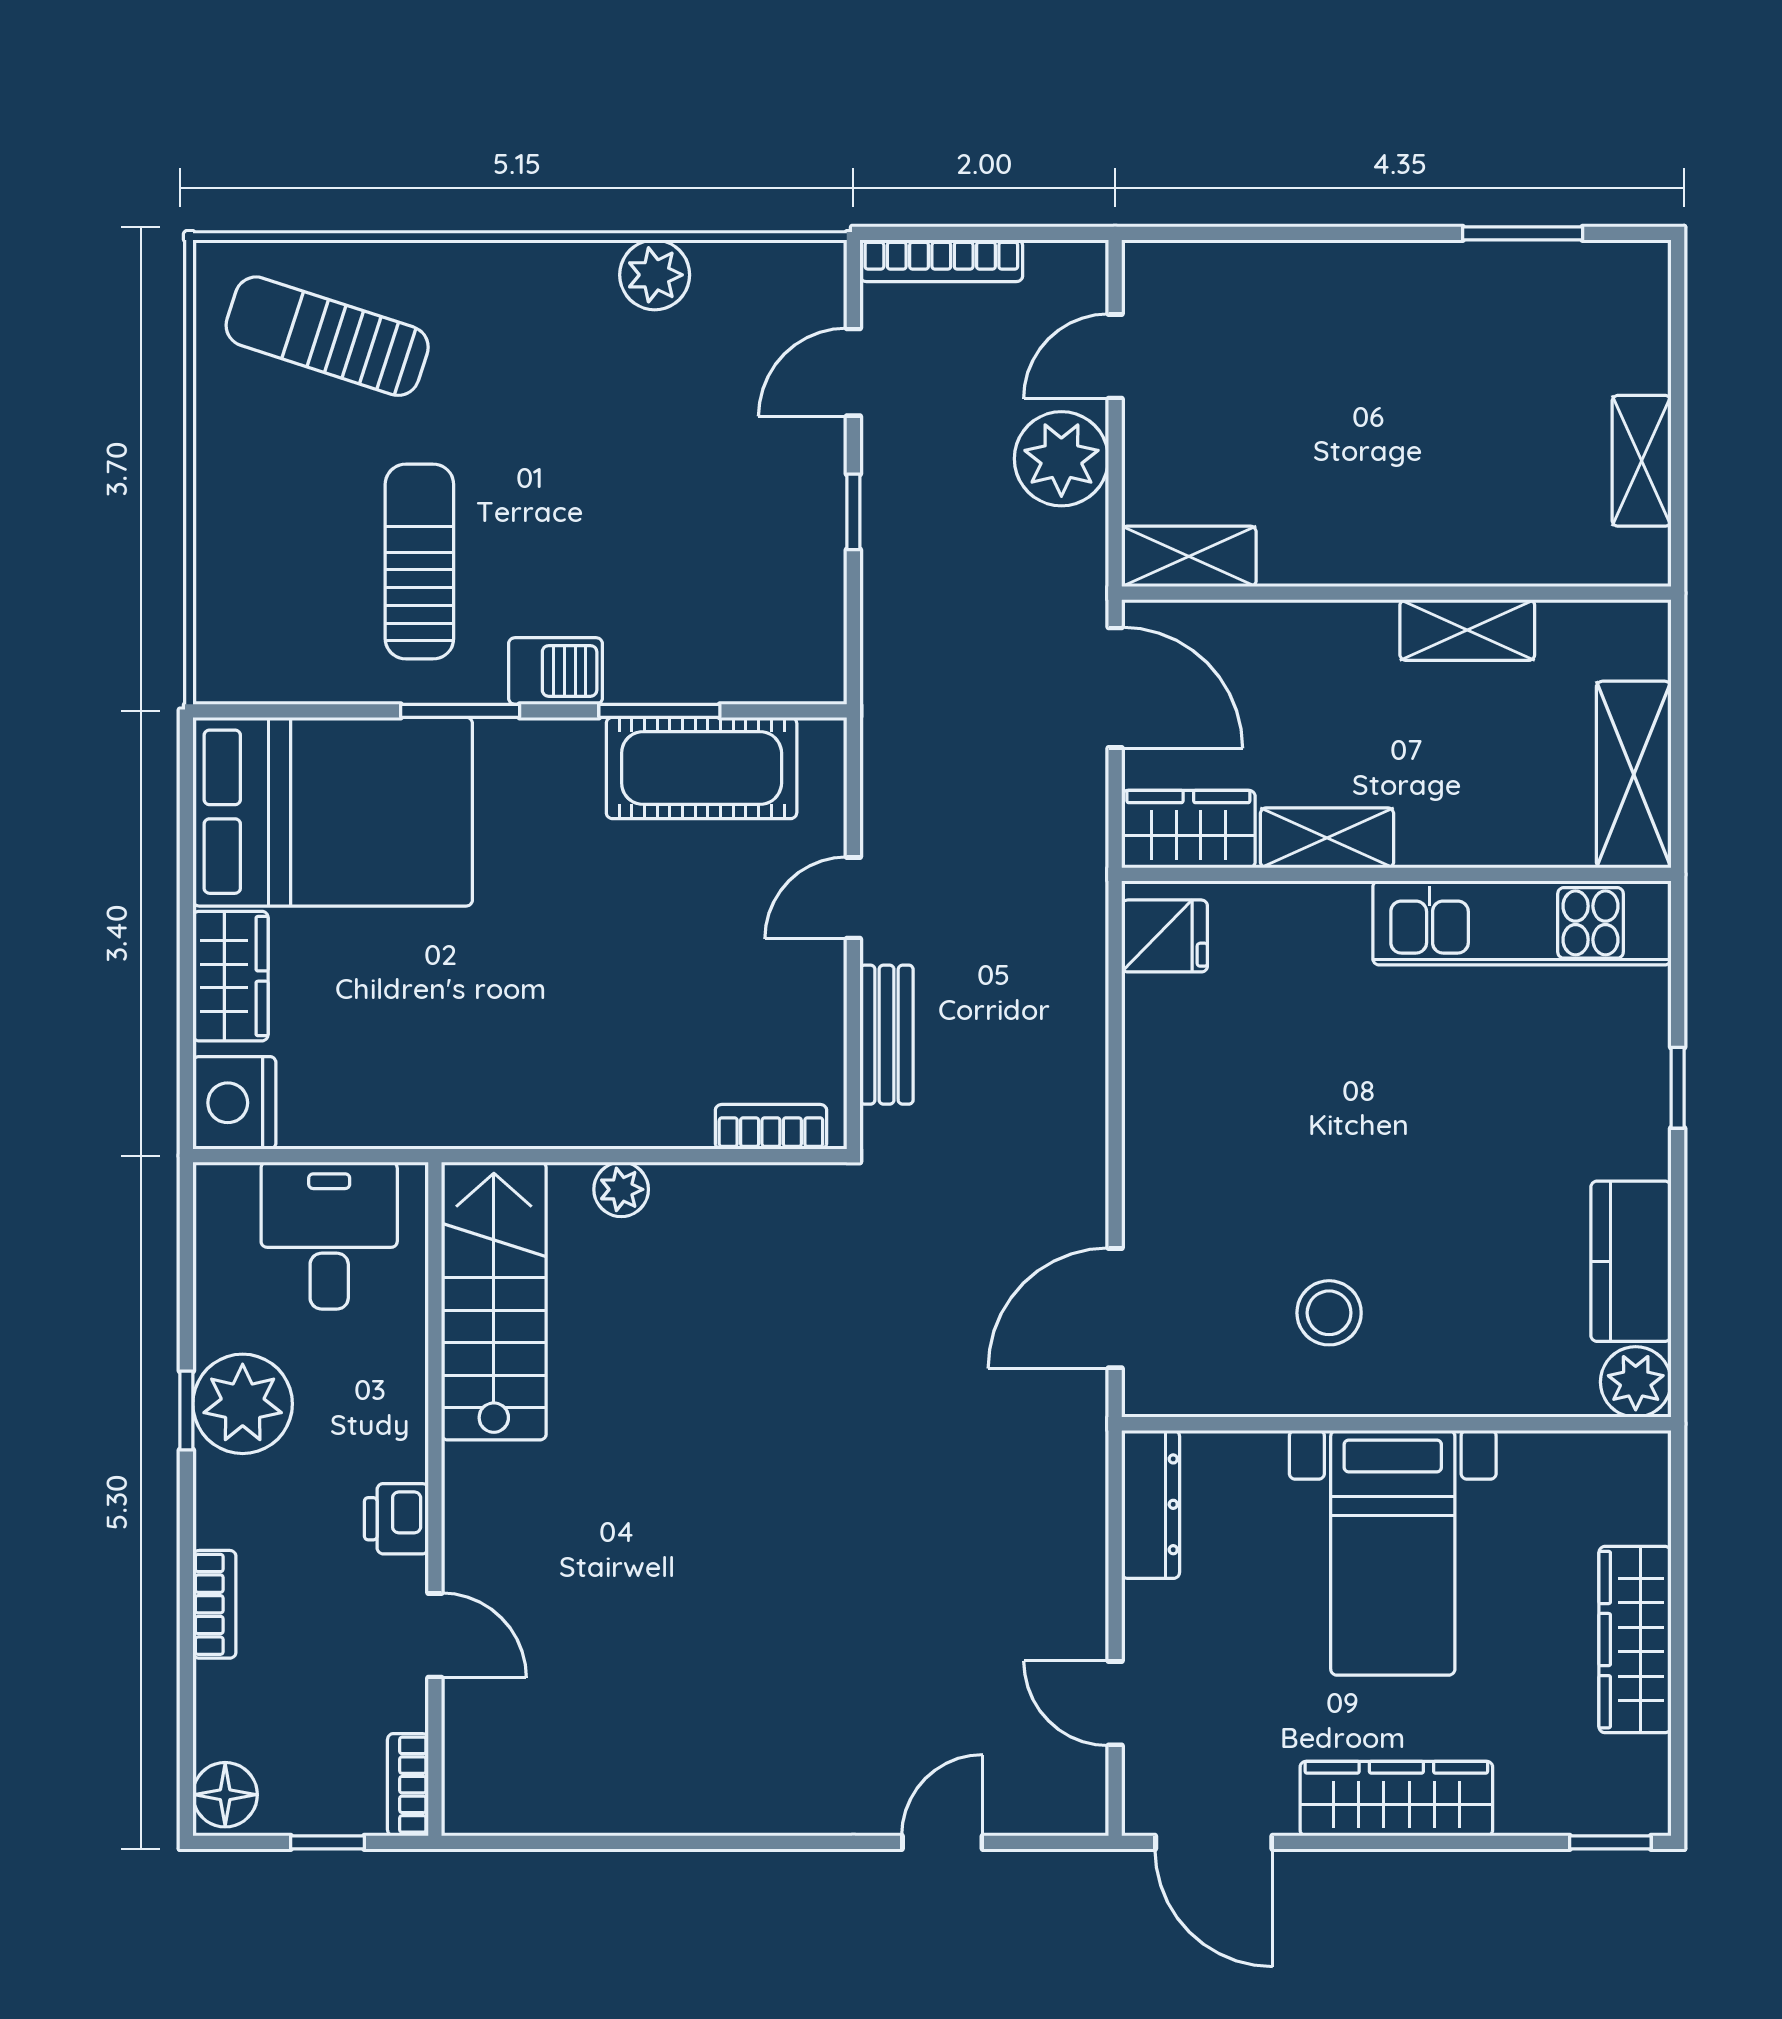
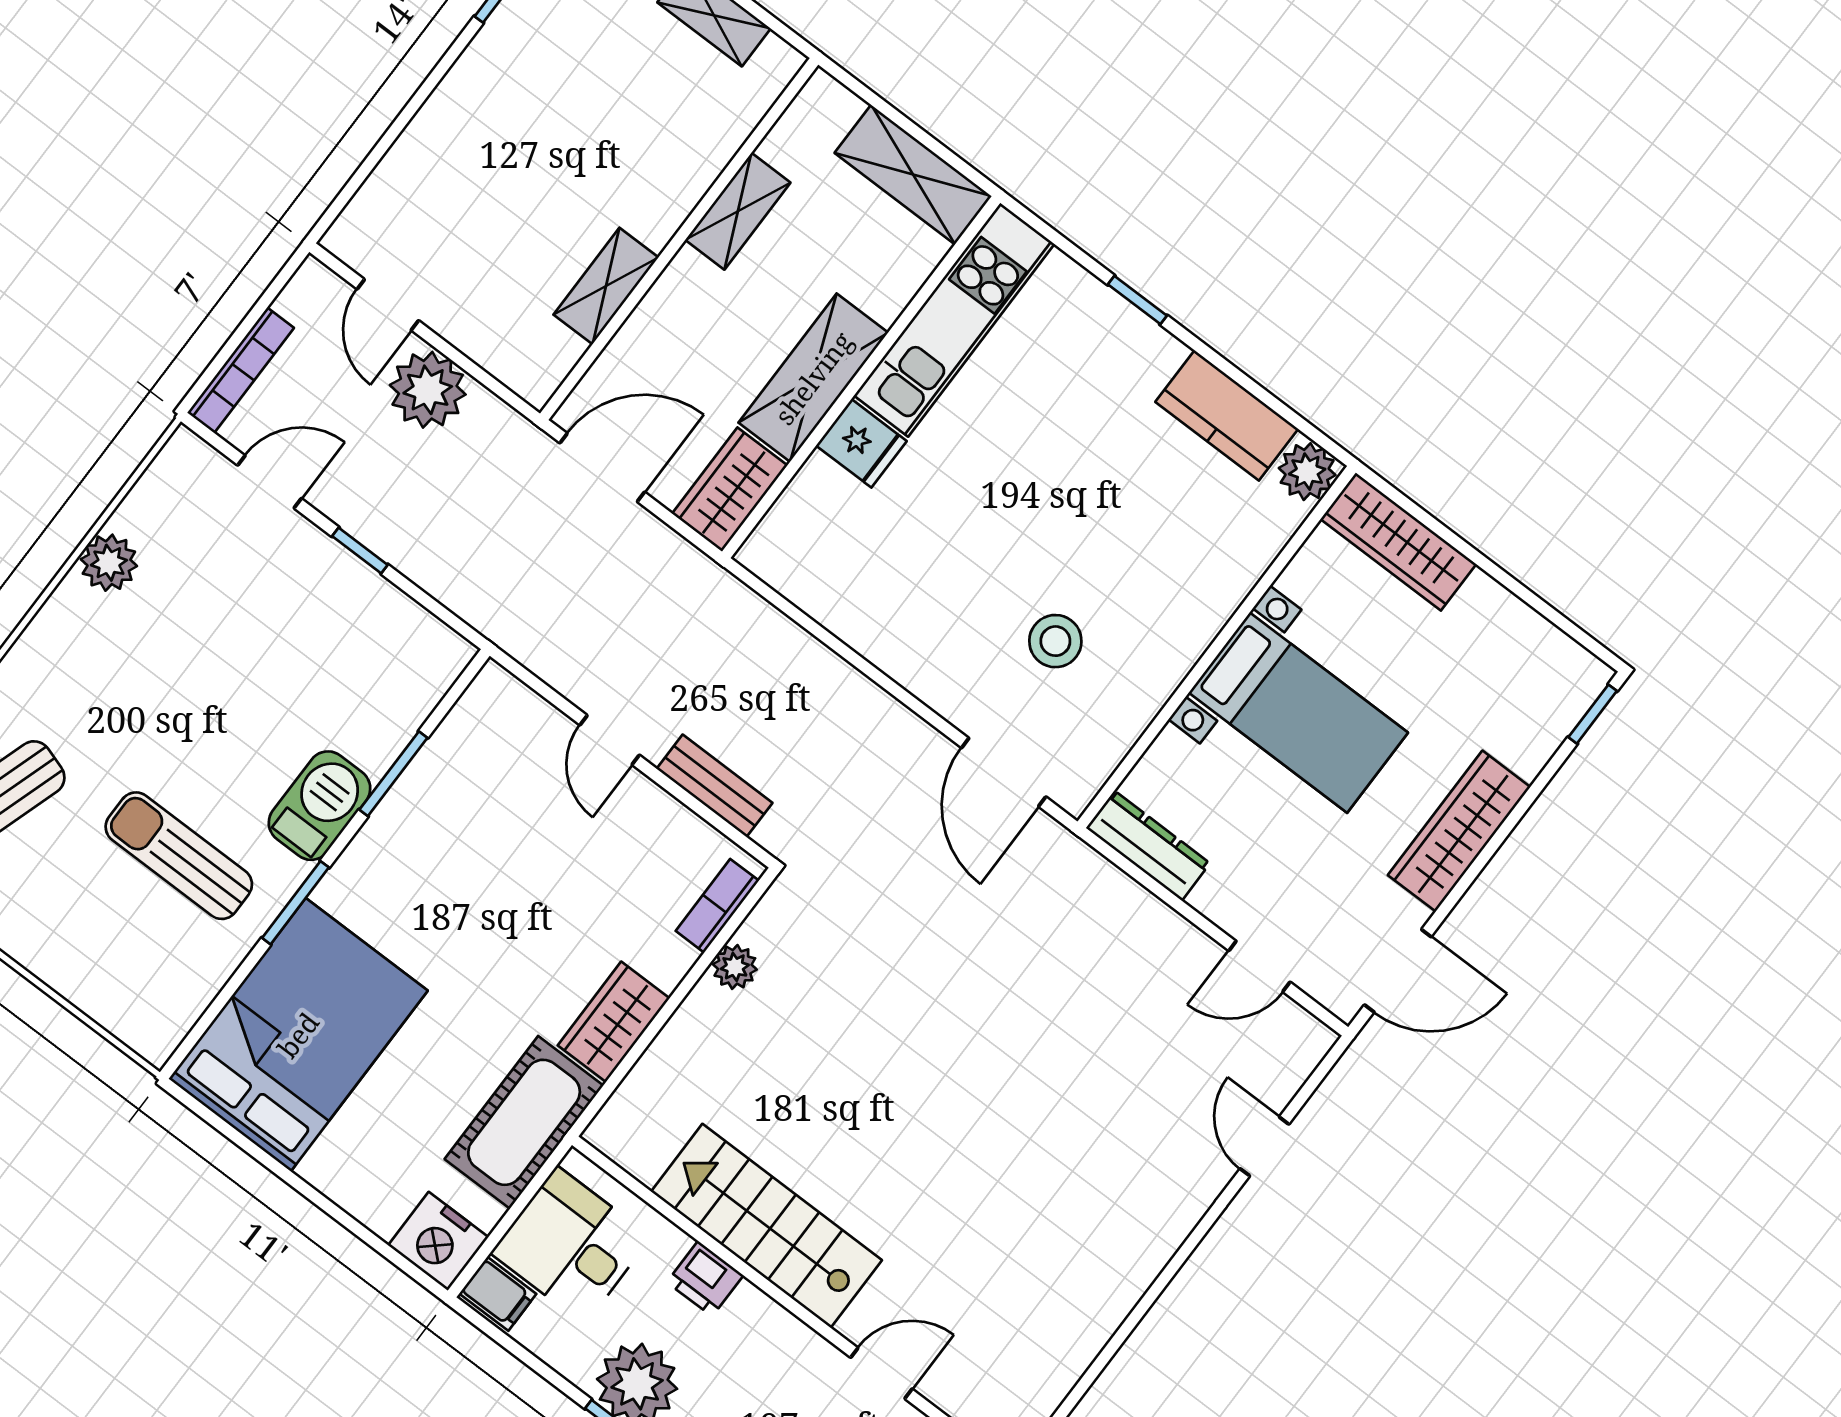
door: (853, 372) -> (270, 482), swing flipped
shelving: (1189, 556) -> (606, 286), moved
barbecue: (556, 671) -> (320, 806), width x1.38, depth x1.27
cot: (702, 768) -> (524, 1122), moved
shelving: (1327, 838) -> (813, 378), width x1.50, depth x1.33
fridge: (1165, 936) -> (861, 443), moved, turned 90
wardrobe: (230, 976) -> (614, 1022), moved, turned -90
plant: (621, 1189) -> (735, 967), moved
filing cabinet: (227, 1200) -> (498, 1294), added
stairs: (494, 1301) -> (766, 1226), moved
stool: (1329, 1313) -> (1055, 641), moved
printer: (396, 1519) -> (705, 1279), moved
wardrobe: (1635, 1640) -> (1398, 542), moved

